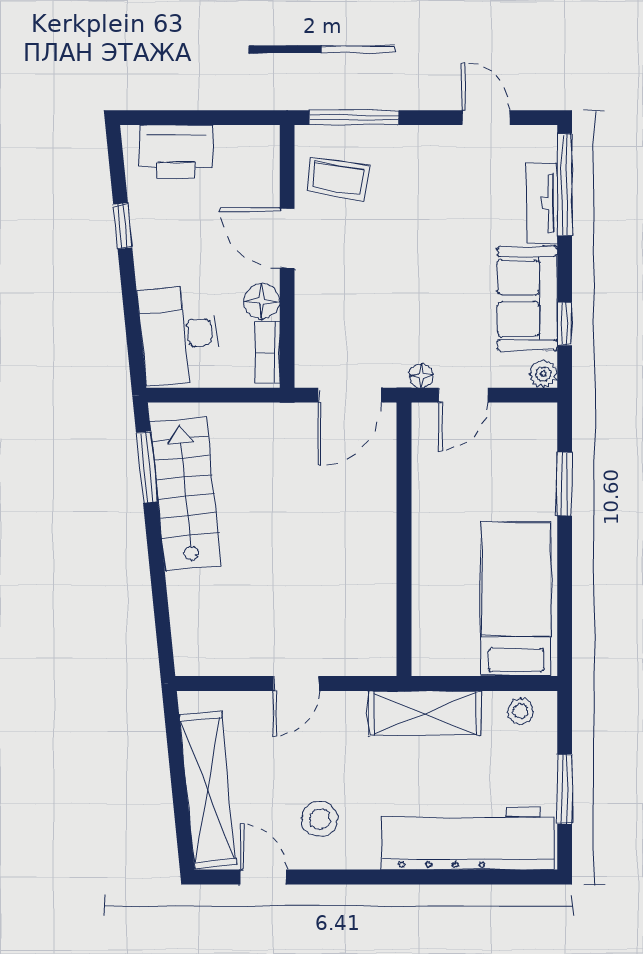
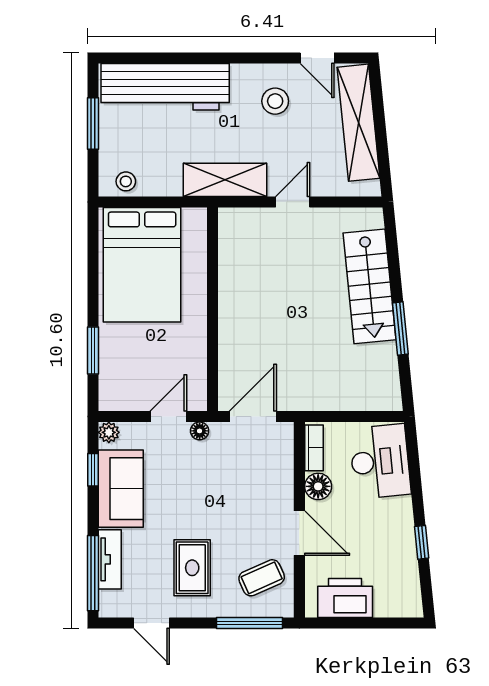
printer: (176, 151) -> (345, 598), moved
coffee table: (338, 178) -> (262, 578), turned -32
rug: (431, 192) -> (192, 568), added
window: (147, 467) -> (400, 329), moved
stairs: (185, 493) -> (369, 286), moved
bed: (516, 599) -> (142, 265), width x1.50
shelving: (425, 713) -> (225, 180), moved

